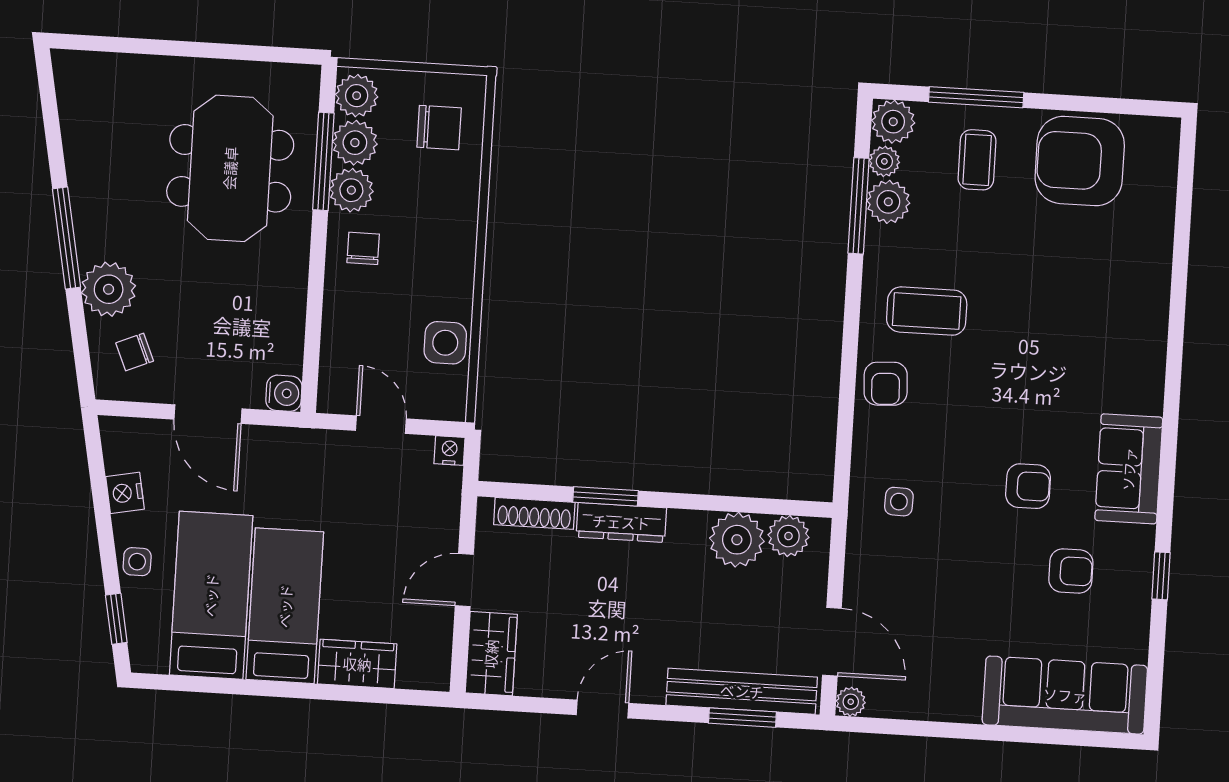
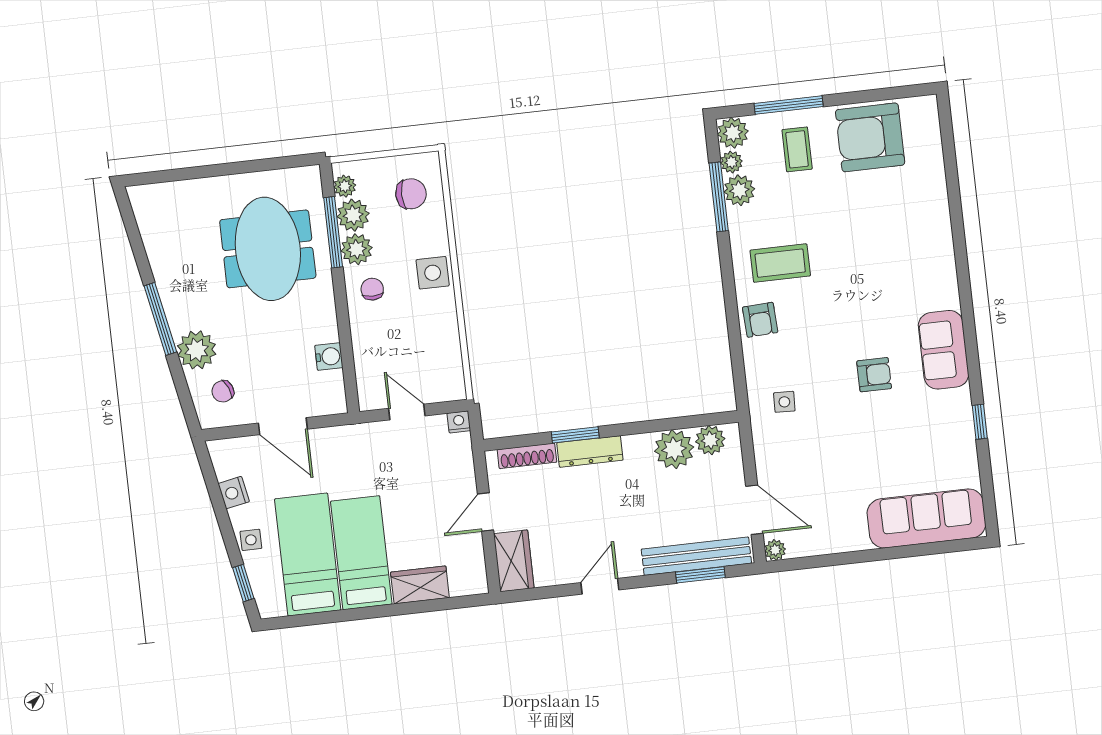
plant: (357, 96) -> (345, 186), width x0.73, depth x0.73
side table: (445, 343) -> (433, 273), moved
water cooler: (284, 393) -> (329, 357), moved
armchair: (1071, 571) -> (915, 430), removed

